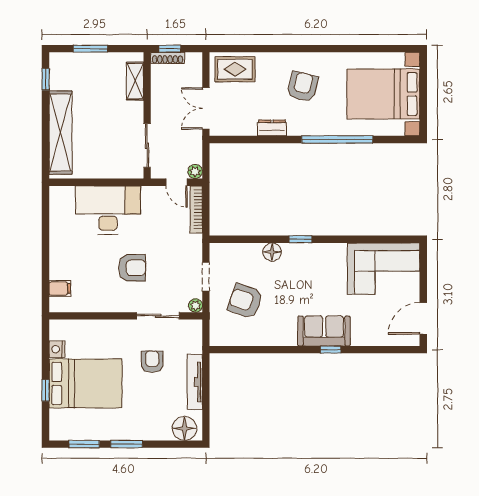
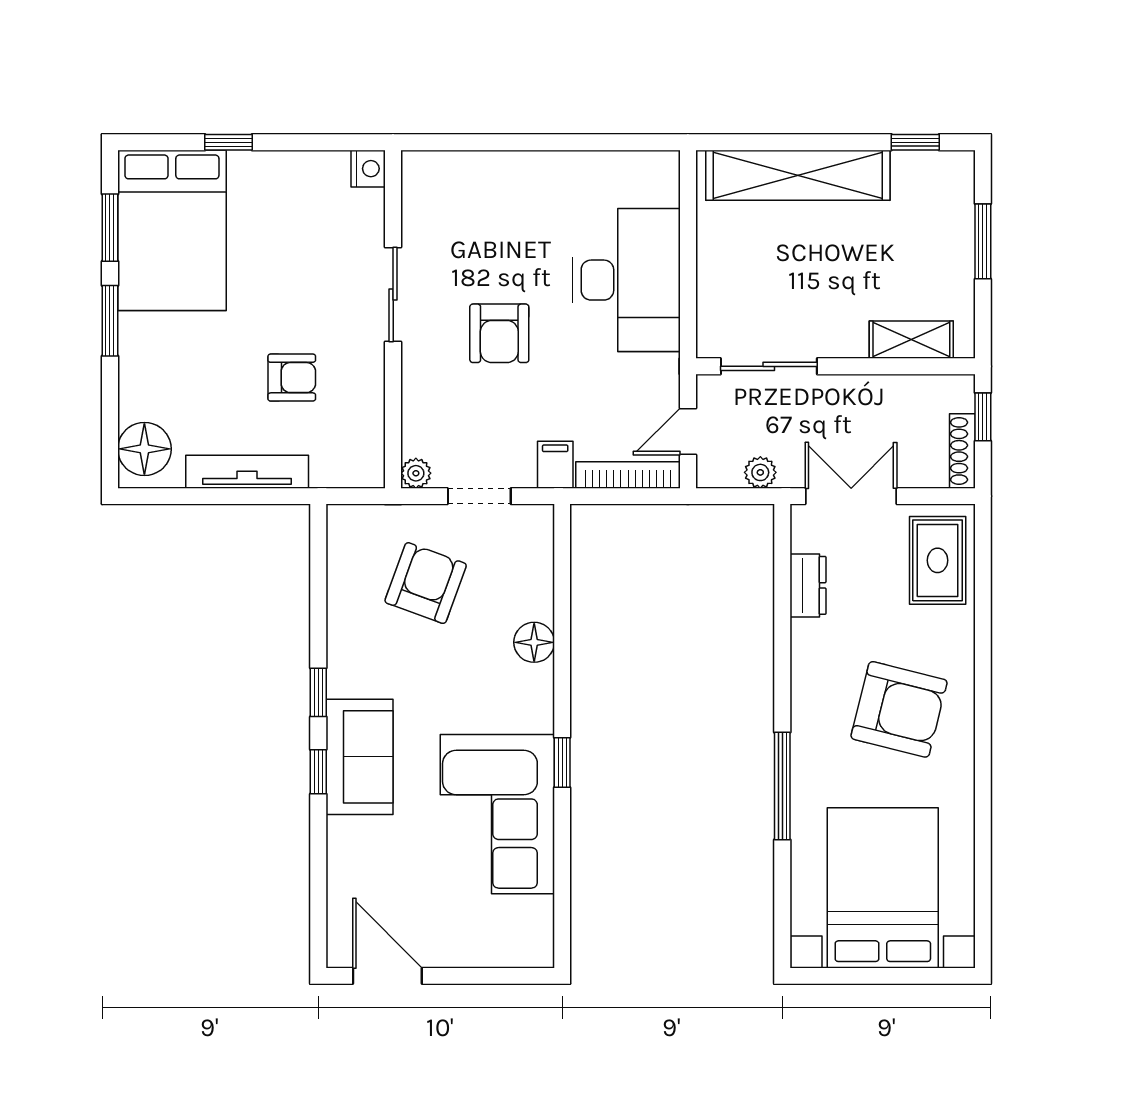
shoe rack: (168, 58) -> (962, 451), moved
armchair: (302, 87) -> (899, 709), width x1.36, depth x1.36
dresser: (272, 128) -> (808, 585), moved
window: (337, 139) -> (782, 786), width x0.68
plant: (195, 172) -> (760, 472), moved
window: (300, 239) -> (562, 762), moved
corner sofa: (383, 269) -> (497, 814), moved
filing cabinet: (60, 288) -> (555, 465), moved, turned 180
sliding door: (158, 316) -> (393, 294), moved
nightstand: (57, 349) -> (368, 169), moved, turned 90
window: (295, 350) -> (318, 692), added
bed: (85, 383) -> (172, 230), moved

